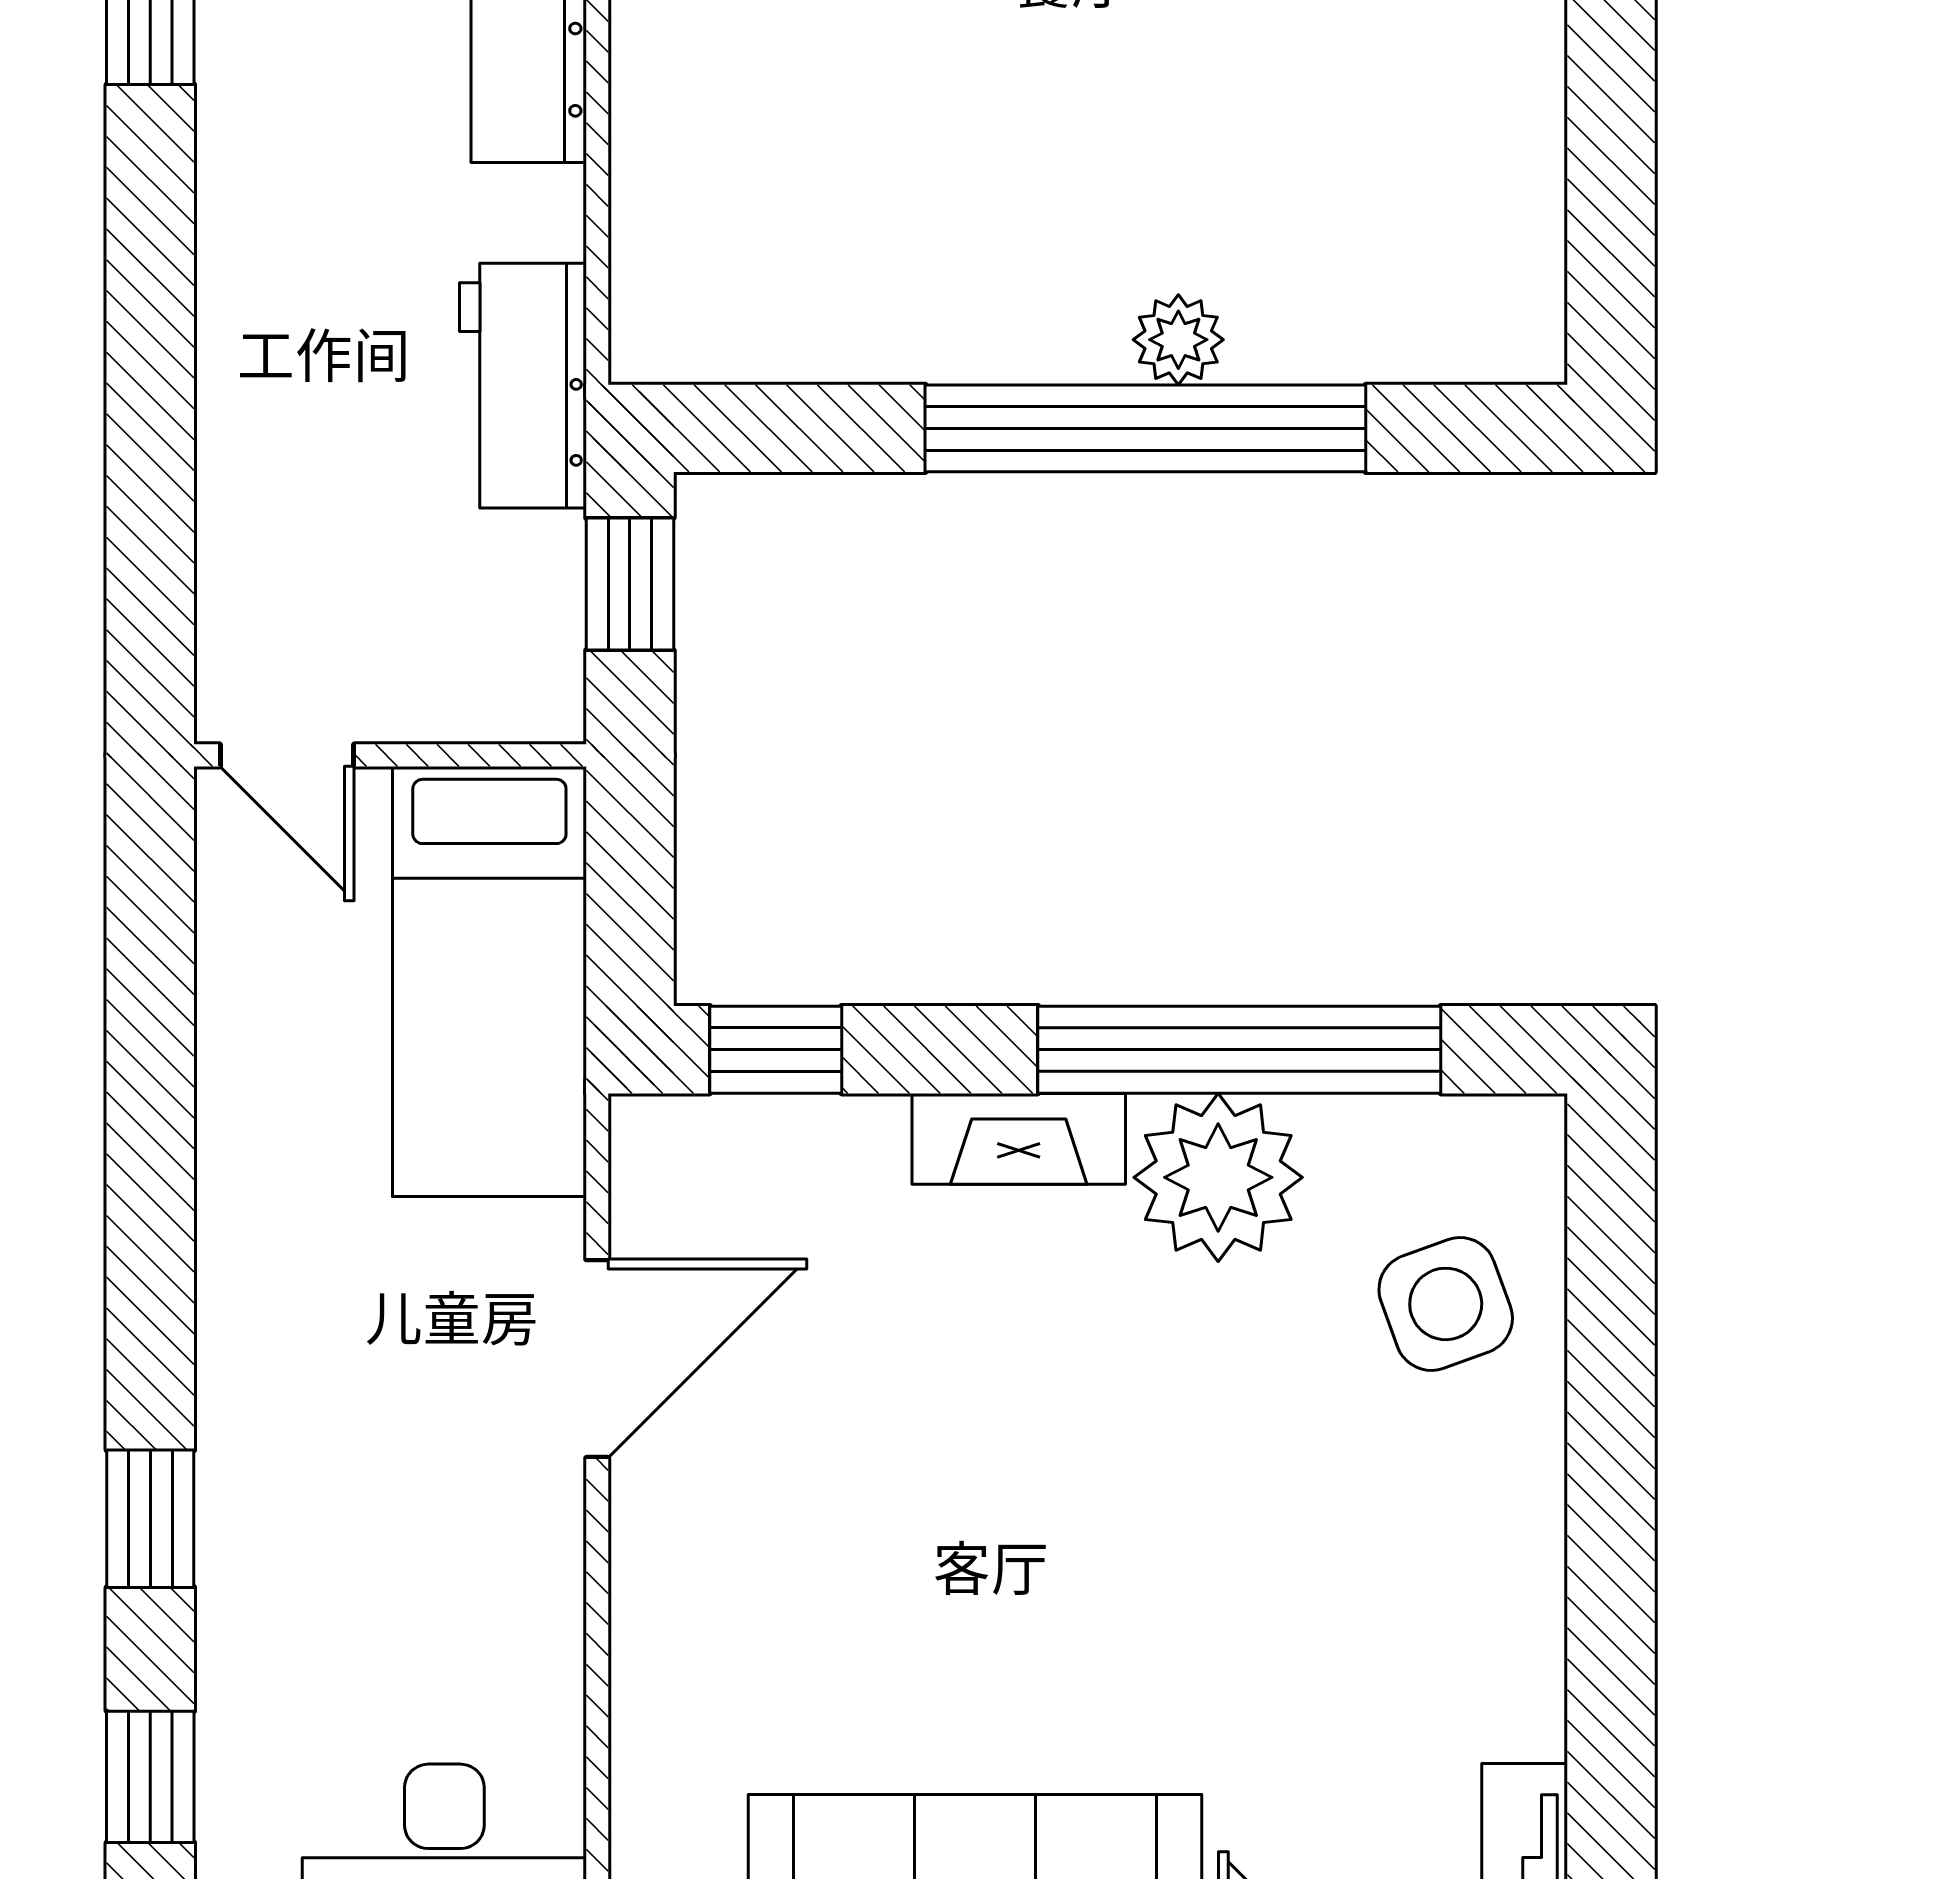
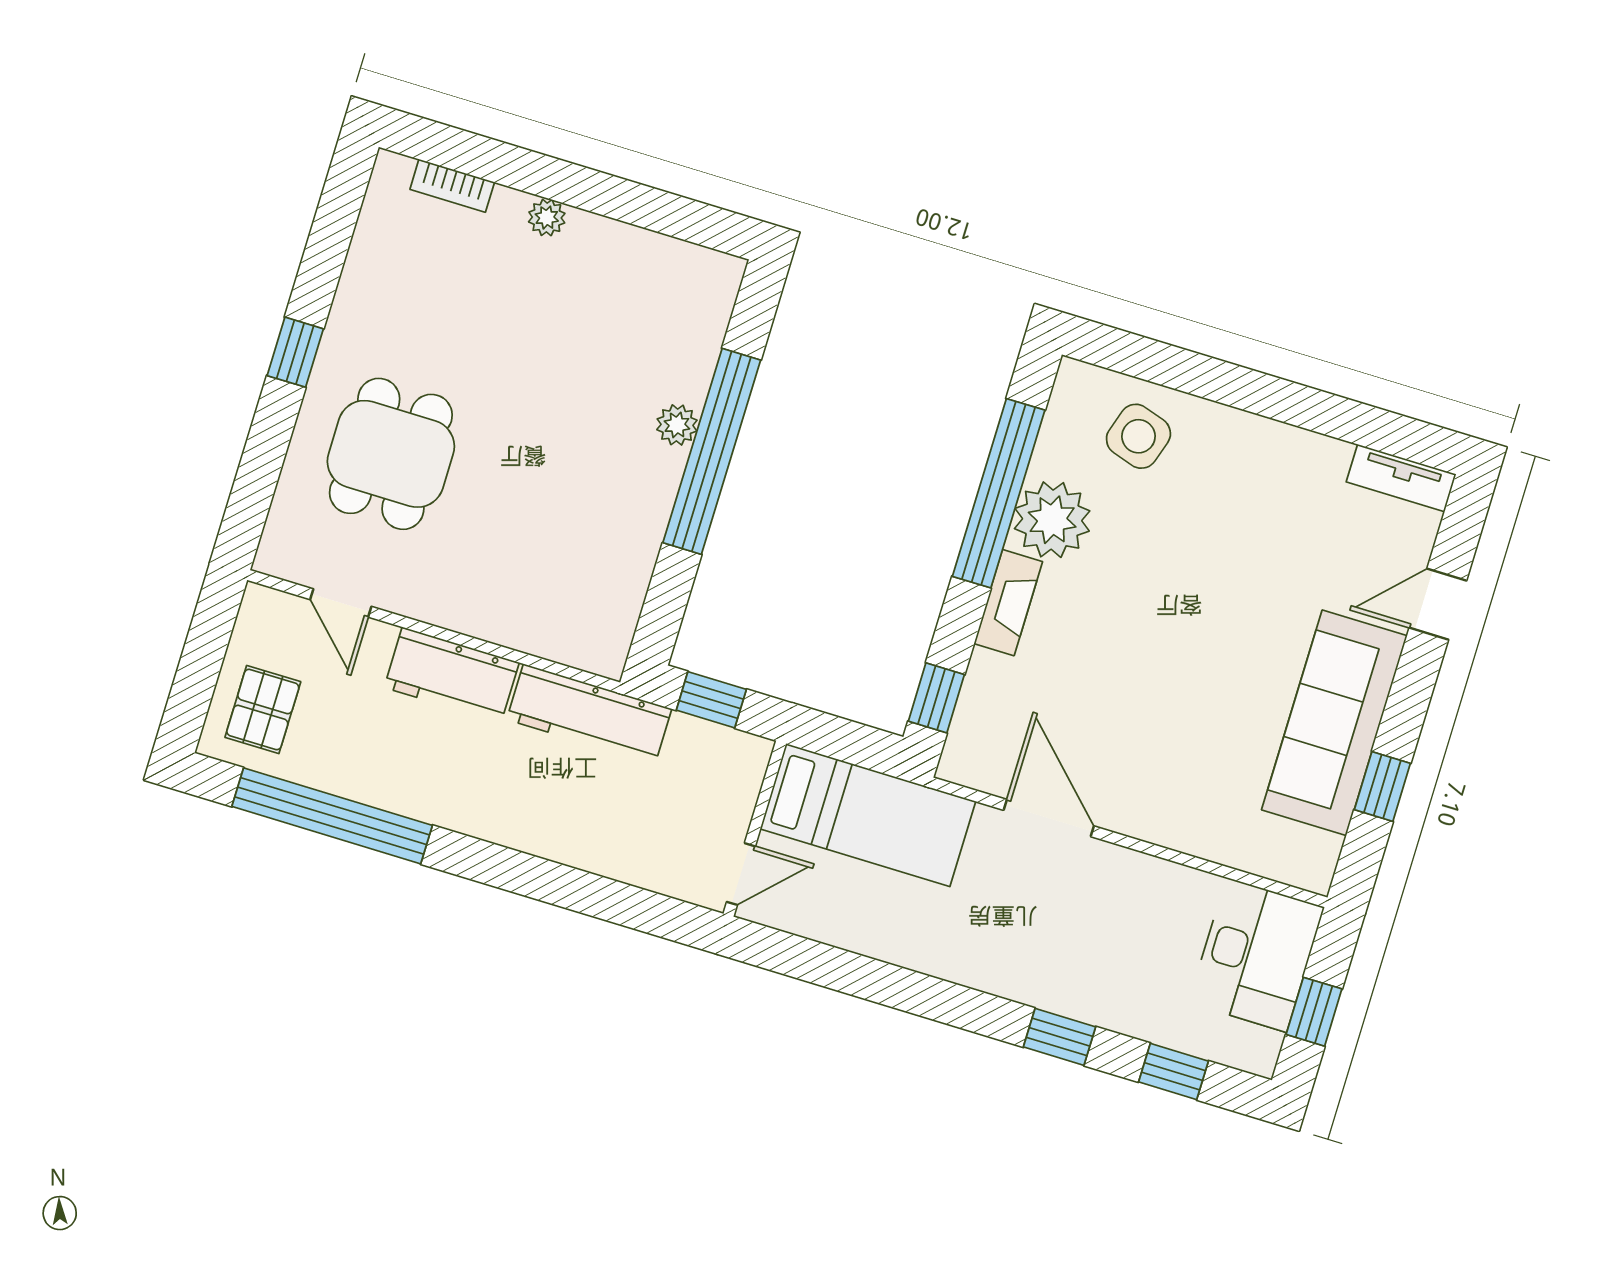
workbench: (523, 386) -> (589, 714), width x1.38
side table: (1446, 1304) -> (1138, 436), turned 38

